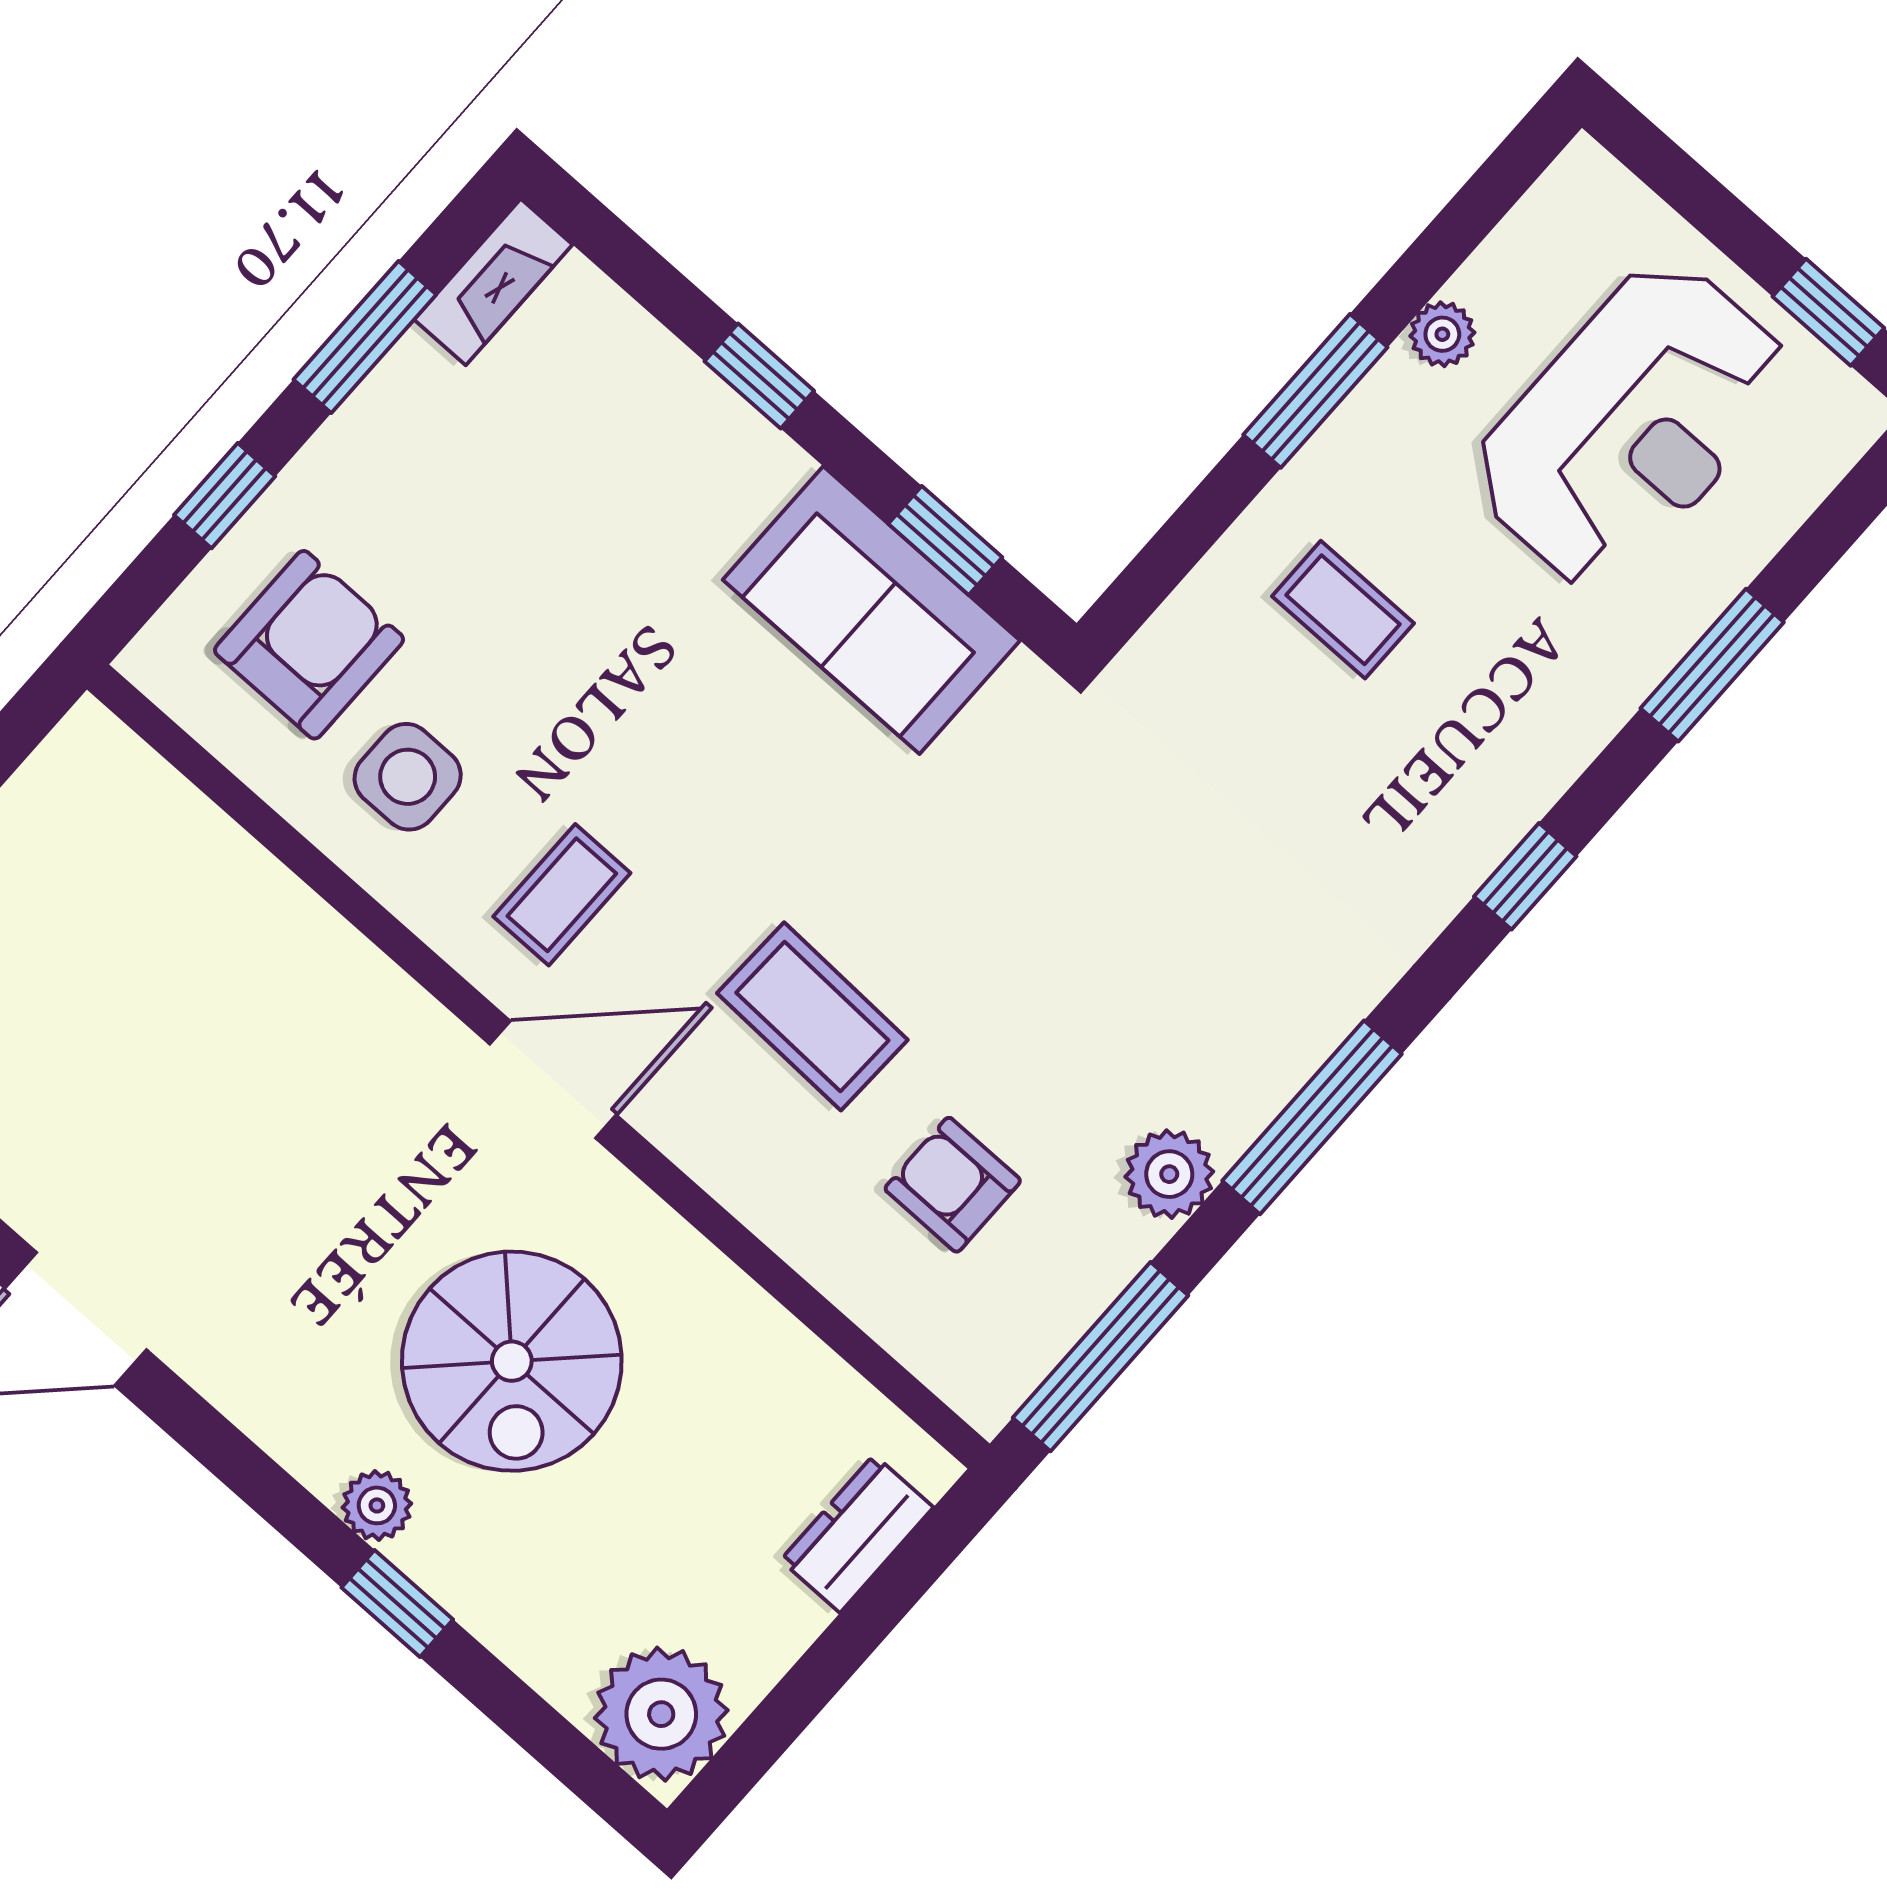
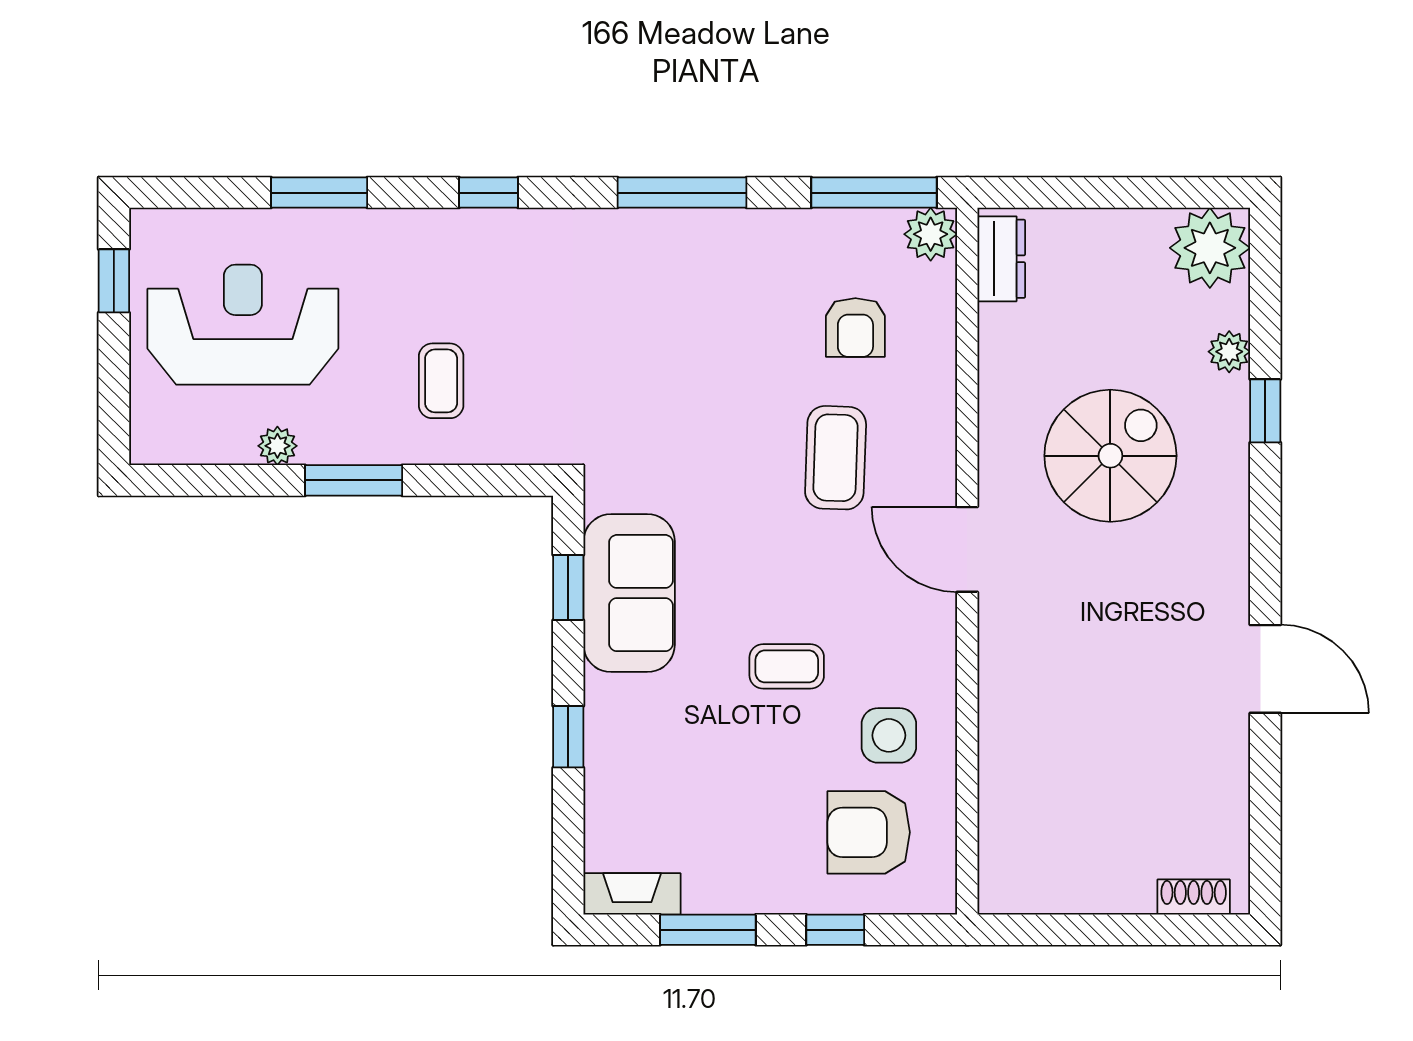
coffee table: (562, 895) -> (787, 666), moved
plant: (1169, 1174) -> (931, 234), moved
plant: (377, 1505) -> (1229, 352), moved
dresser: (857, 1534) -> (1001, 259), moved, turned -90

